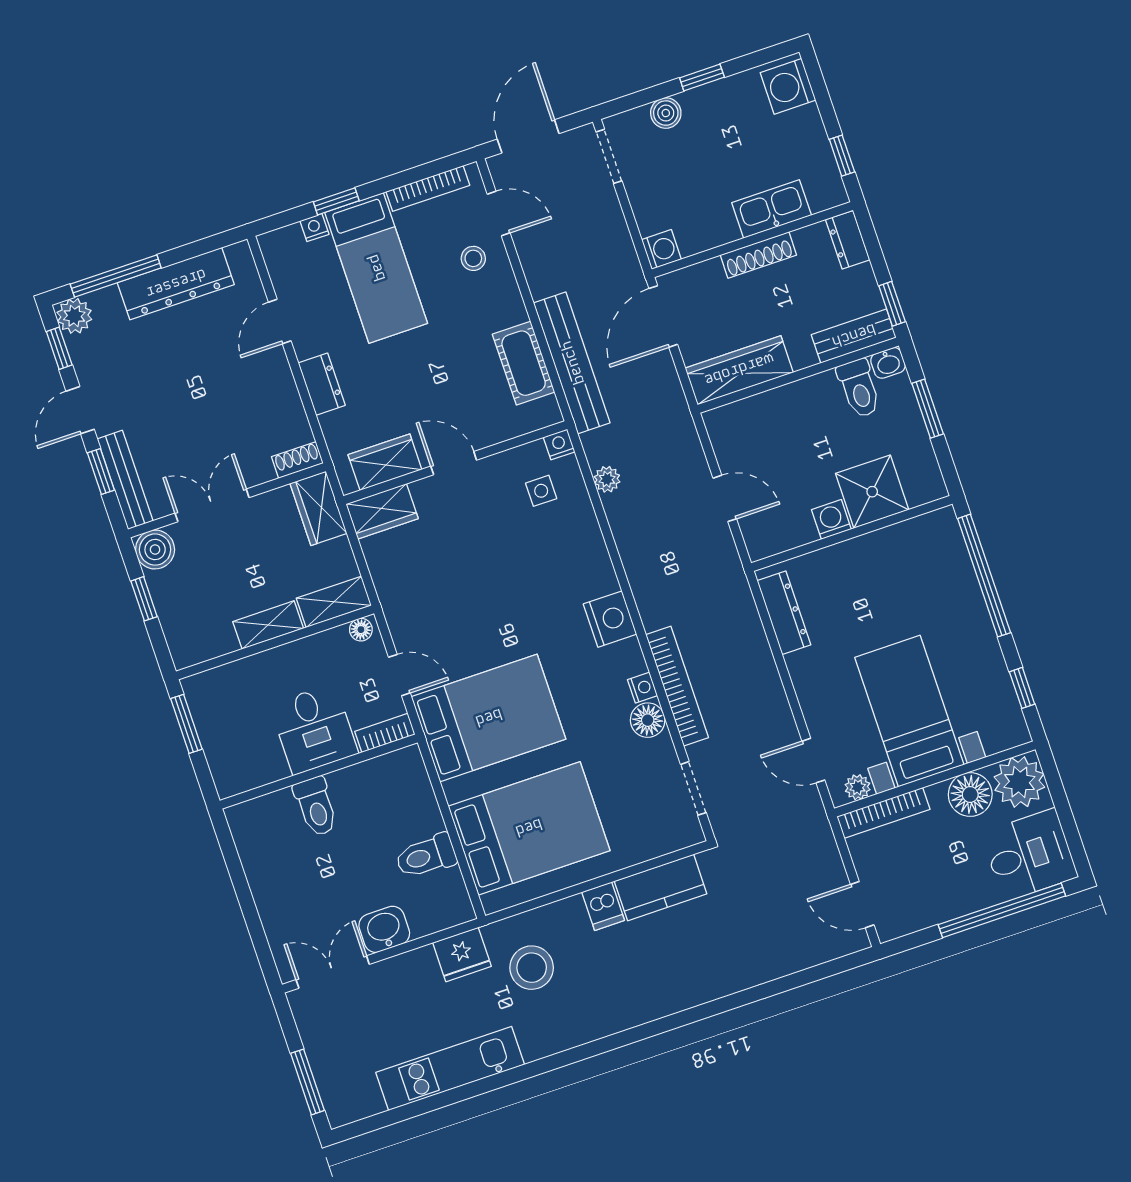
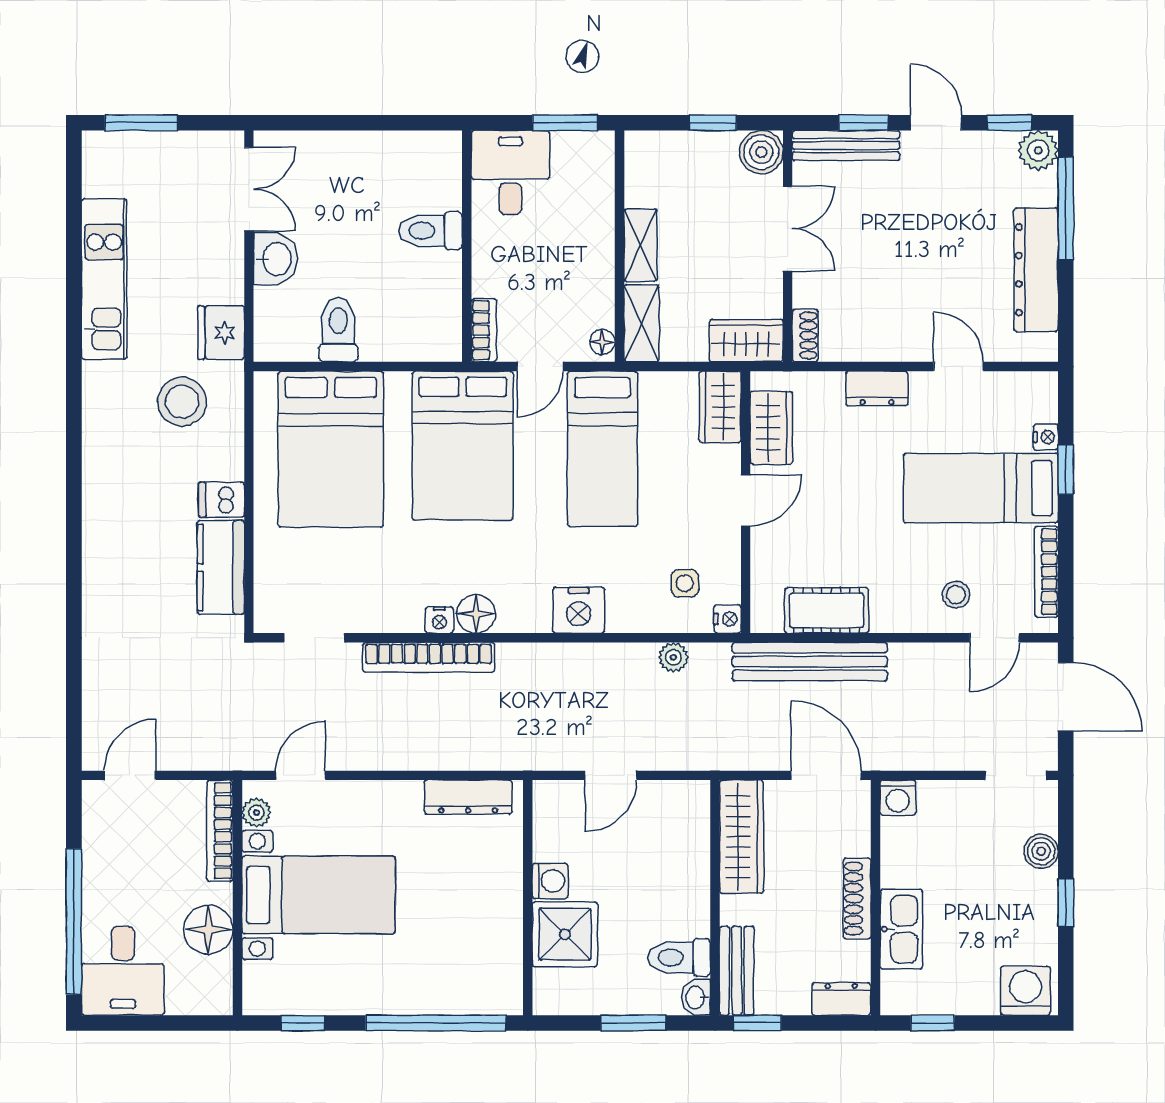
bed: (451, 599) -> (602, 449), added
nightstand: (610, 619) -> (579, 610), moved
floor lamp: (648, 720) -> (476, 614), moved
desk: (314, 729) -> (510, 173), moved, turned 90
plant: (1019, 782) -> (204, 986), removed

